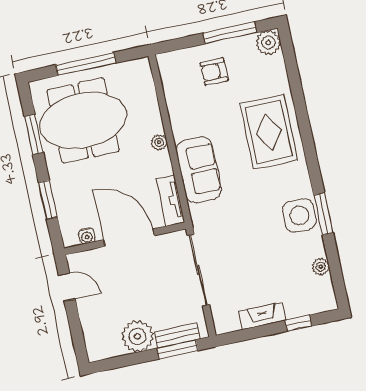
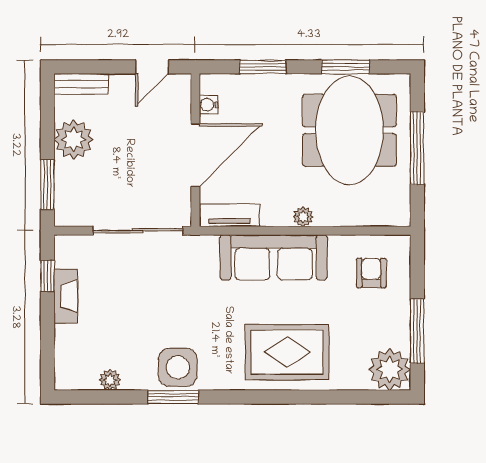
plant: (268, 43) -> (390, 370), width x1.36, depth x1.36
armchair: (214, 72) -> (371, 273), moved
sofa: (199, 170) -> (274, 257), width x1.36
window: (298, 323) -> (47, 276), moved
bench: (177, 335) -> (81, 84), moved, turned 90

